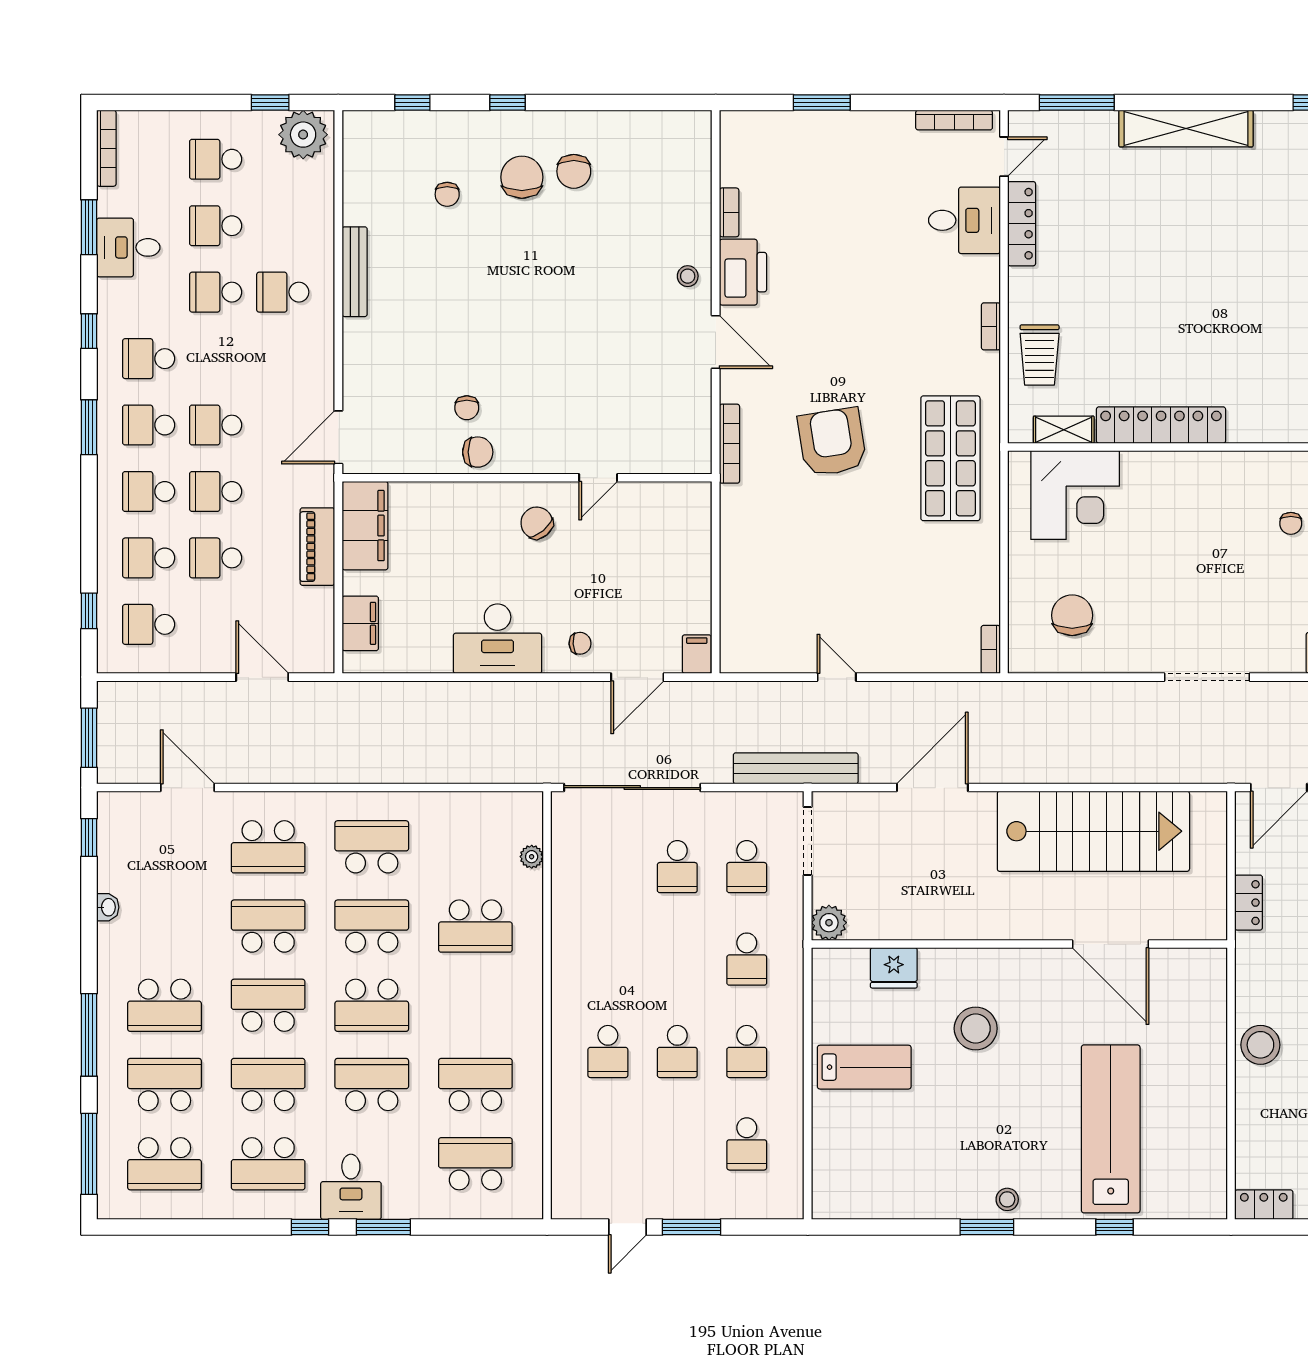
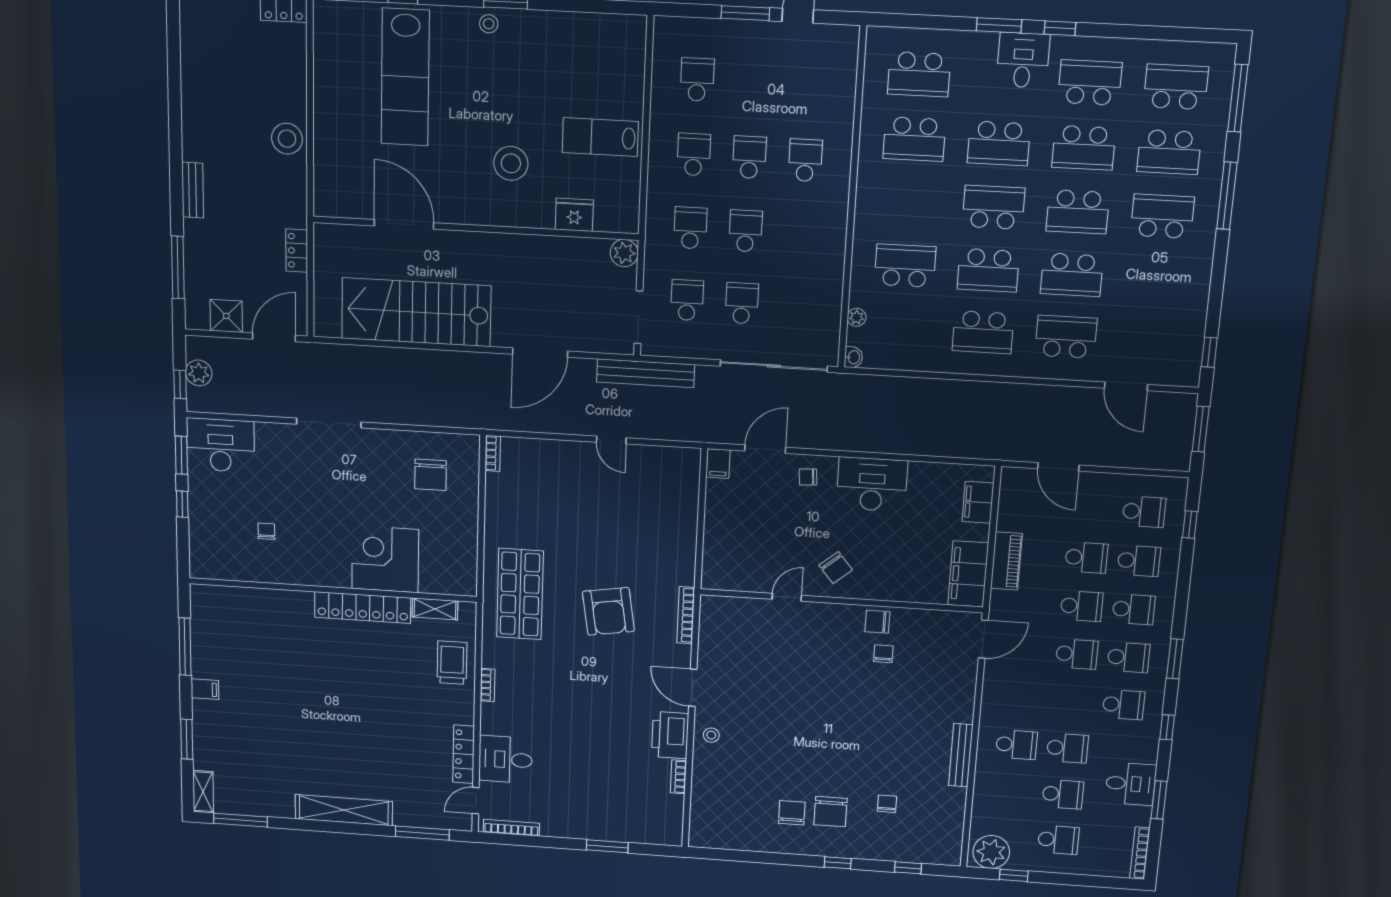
corner desk: (1075, 495) -> (385, 559), moved
washbasin: (108, 907) -> (853, 357), moved, turned 180
school desk: (677, 959) -> (746, 231), added

